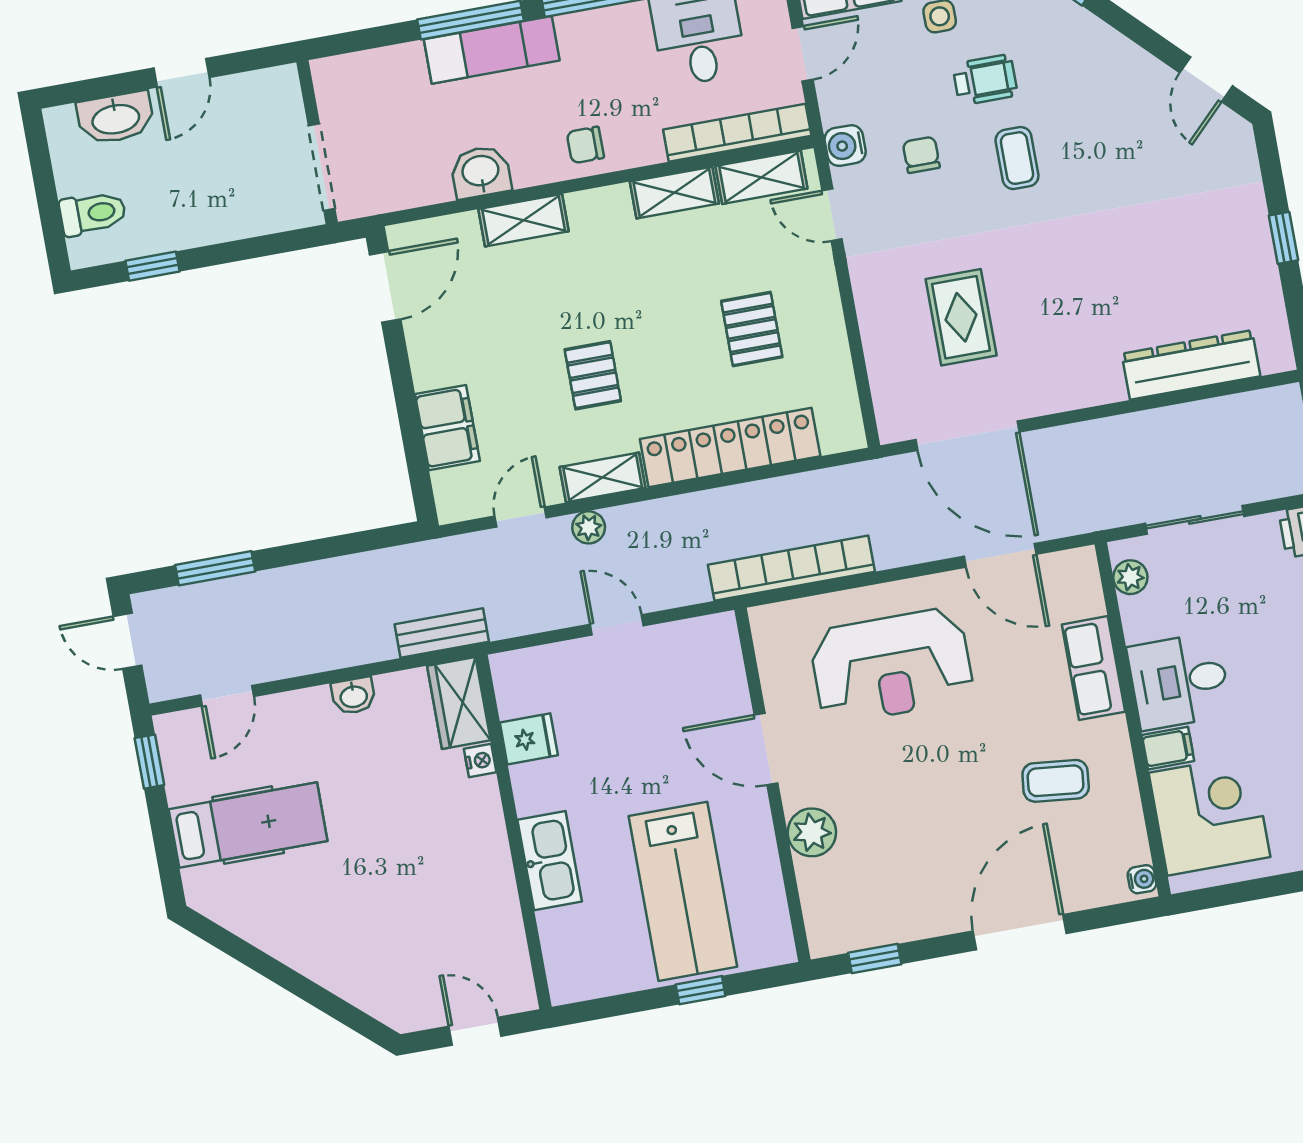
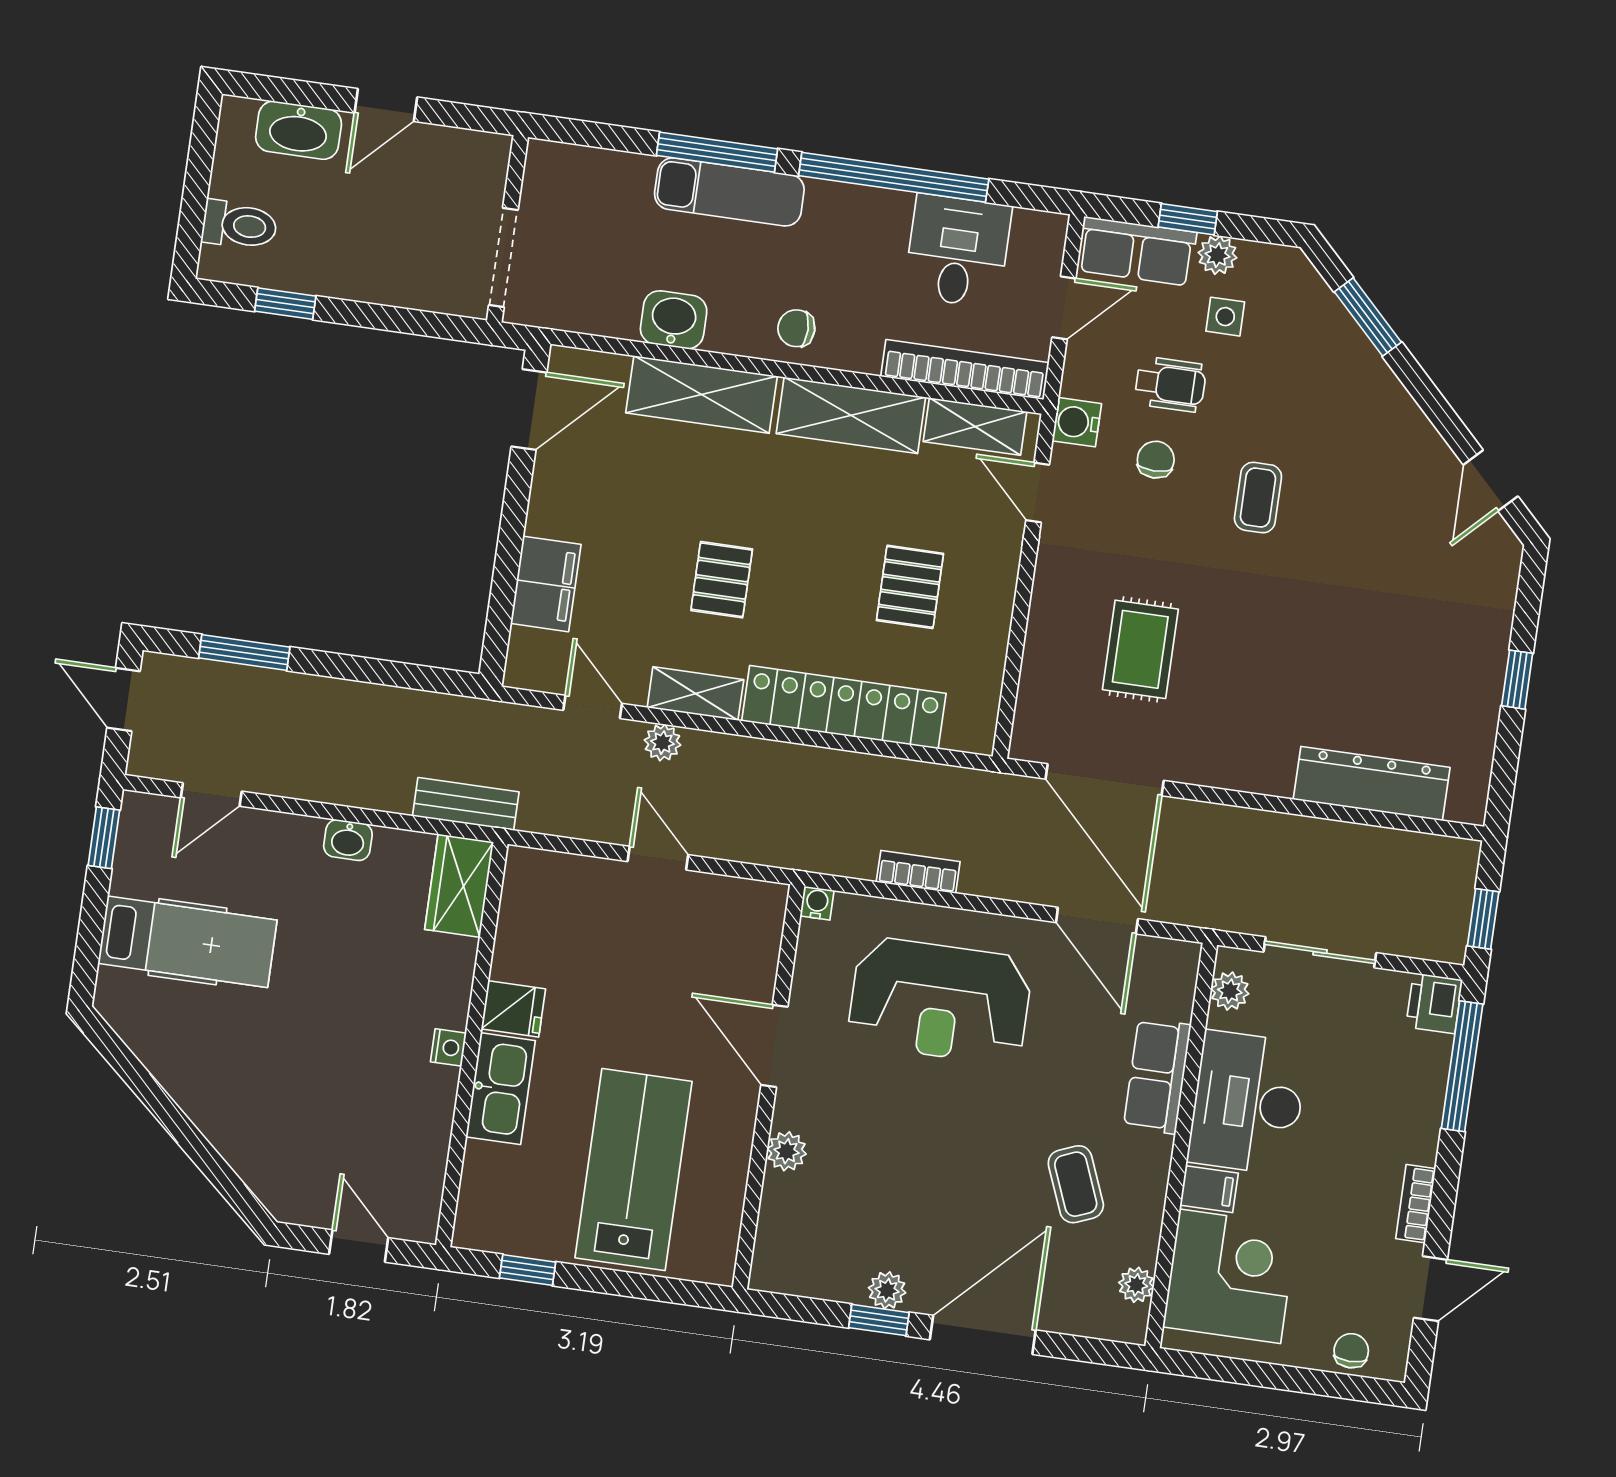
wheelchair: (985, 80) -> (1170, 384), moved
shelving: (674, 193) -> (851, 415), width x1.50, depth x1.33
shelving: (524, 220) -> (702, 394), width x1.50, depth x1.33
door: (521, 517) -> (593, 707), hinge flipped
bookcase: (791, 568) -> (918, 872), width x0.43, depth x0.76
desk: (1179, 681) -> (1248, 1103), width x1.37
fridge: (529, 739) -> (513, 1009), moved
nightstand: (480, 761) -> (448, 1047), moved
coffee table: (1056, 781) -> (1076, 1184), turned 62
plant: (812, 832) -> (787, 1151), width x0.73, depth x0.73
plant: (1134, 848) -> (1136, 1285), added
water cooler: (1142, 879) -> (817, 903), moved, turned -90
lab bench: (683, 891) -> (633, 1170), turned 180
plant: (928, 922) -> (887, 1290), added
window: (875, 959) -> (879, 1320), moved
window: (701, 990) -> (528, 1270), moved

